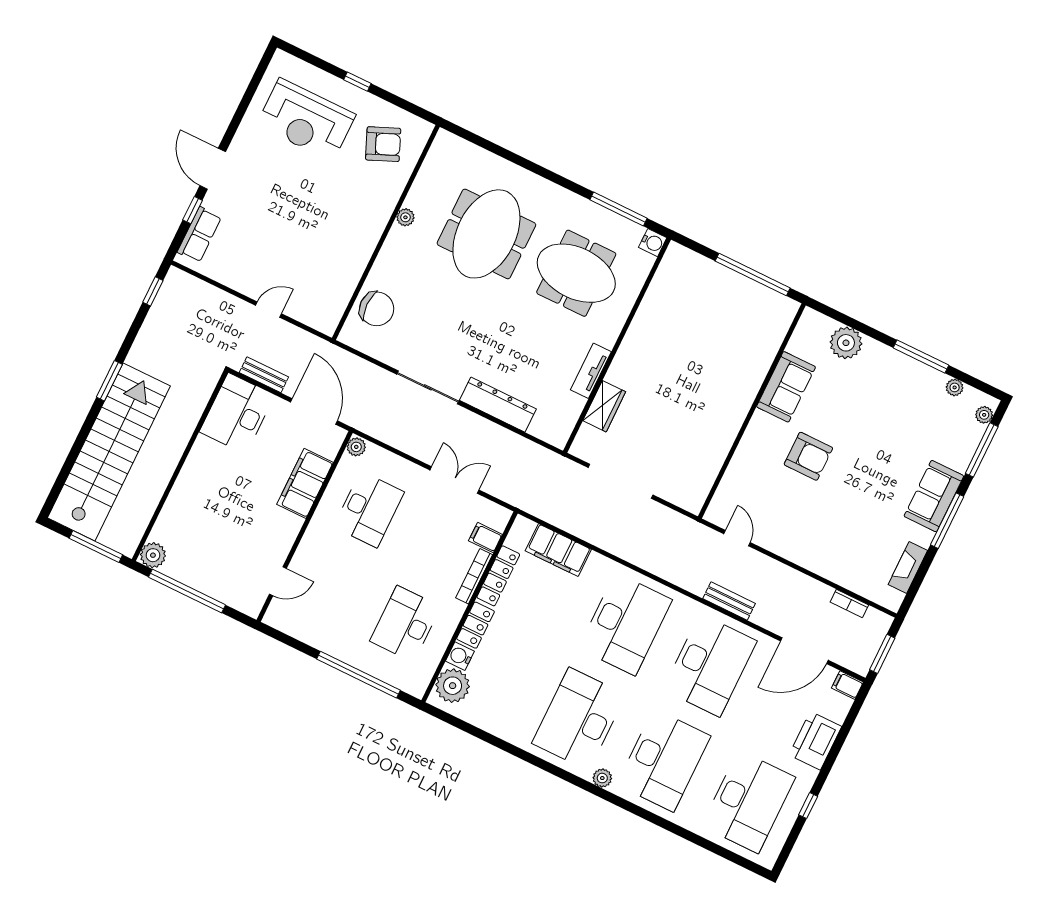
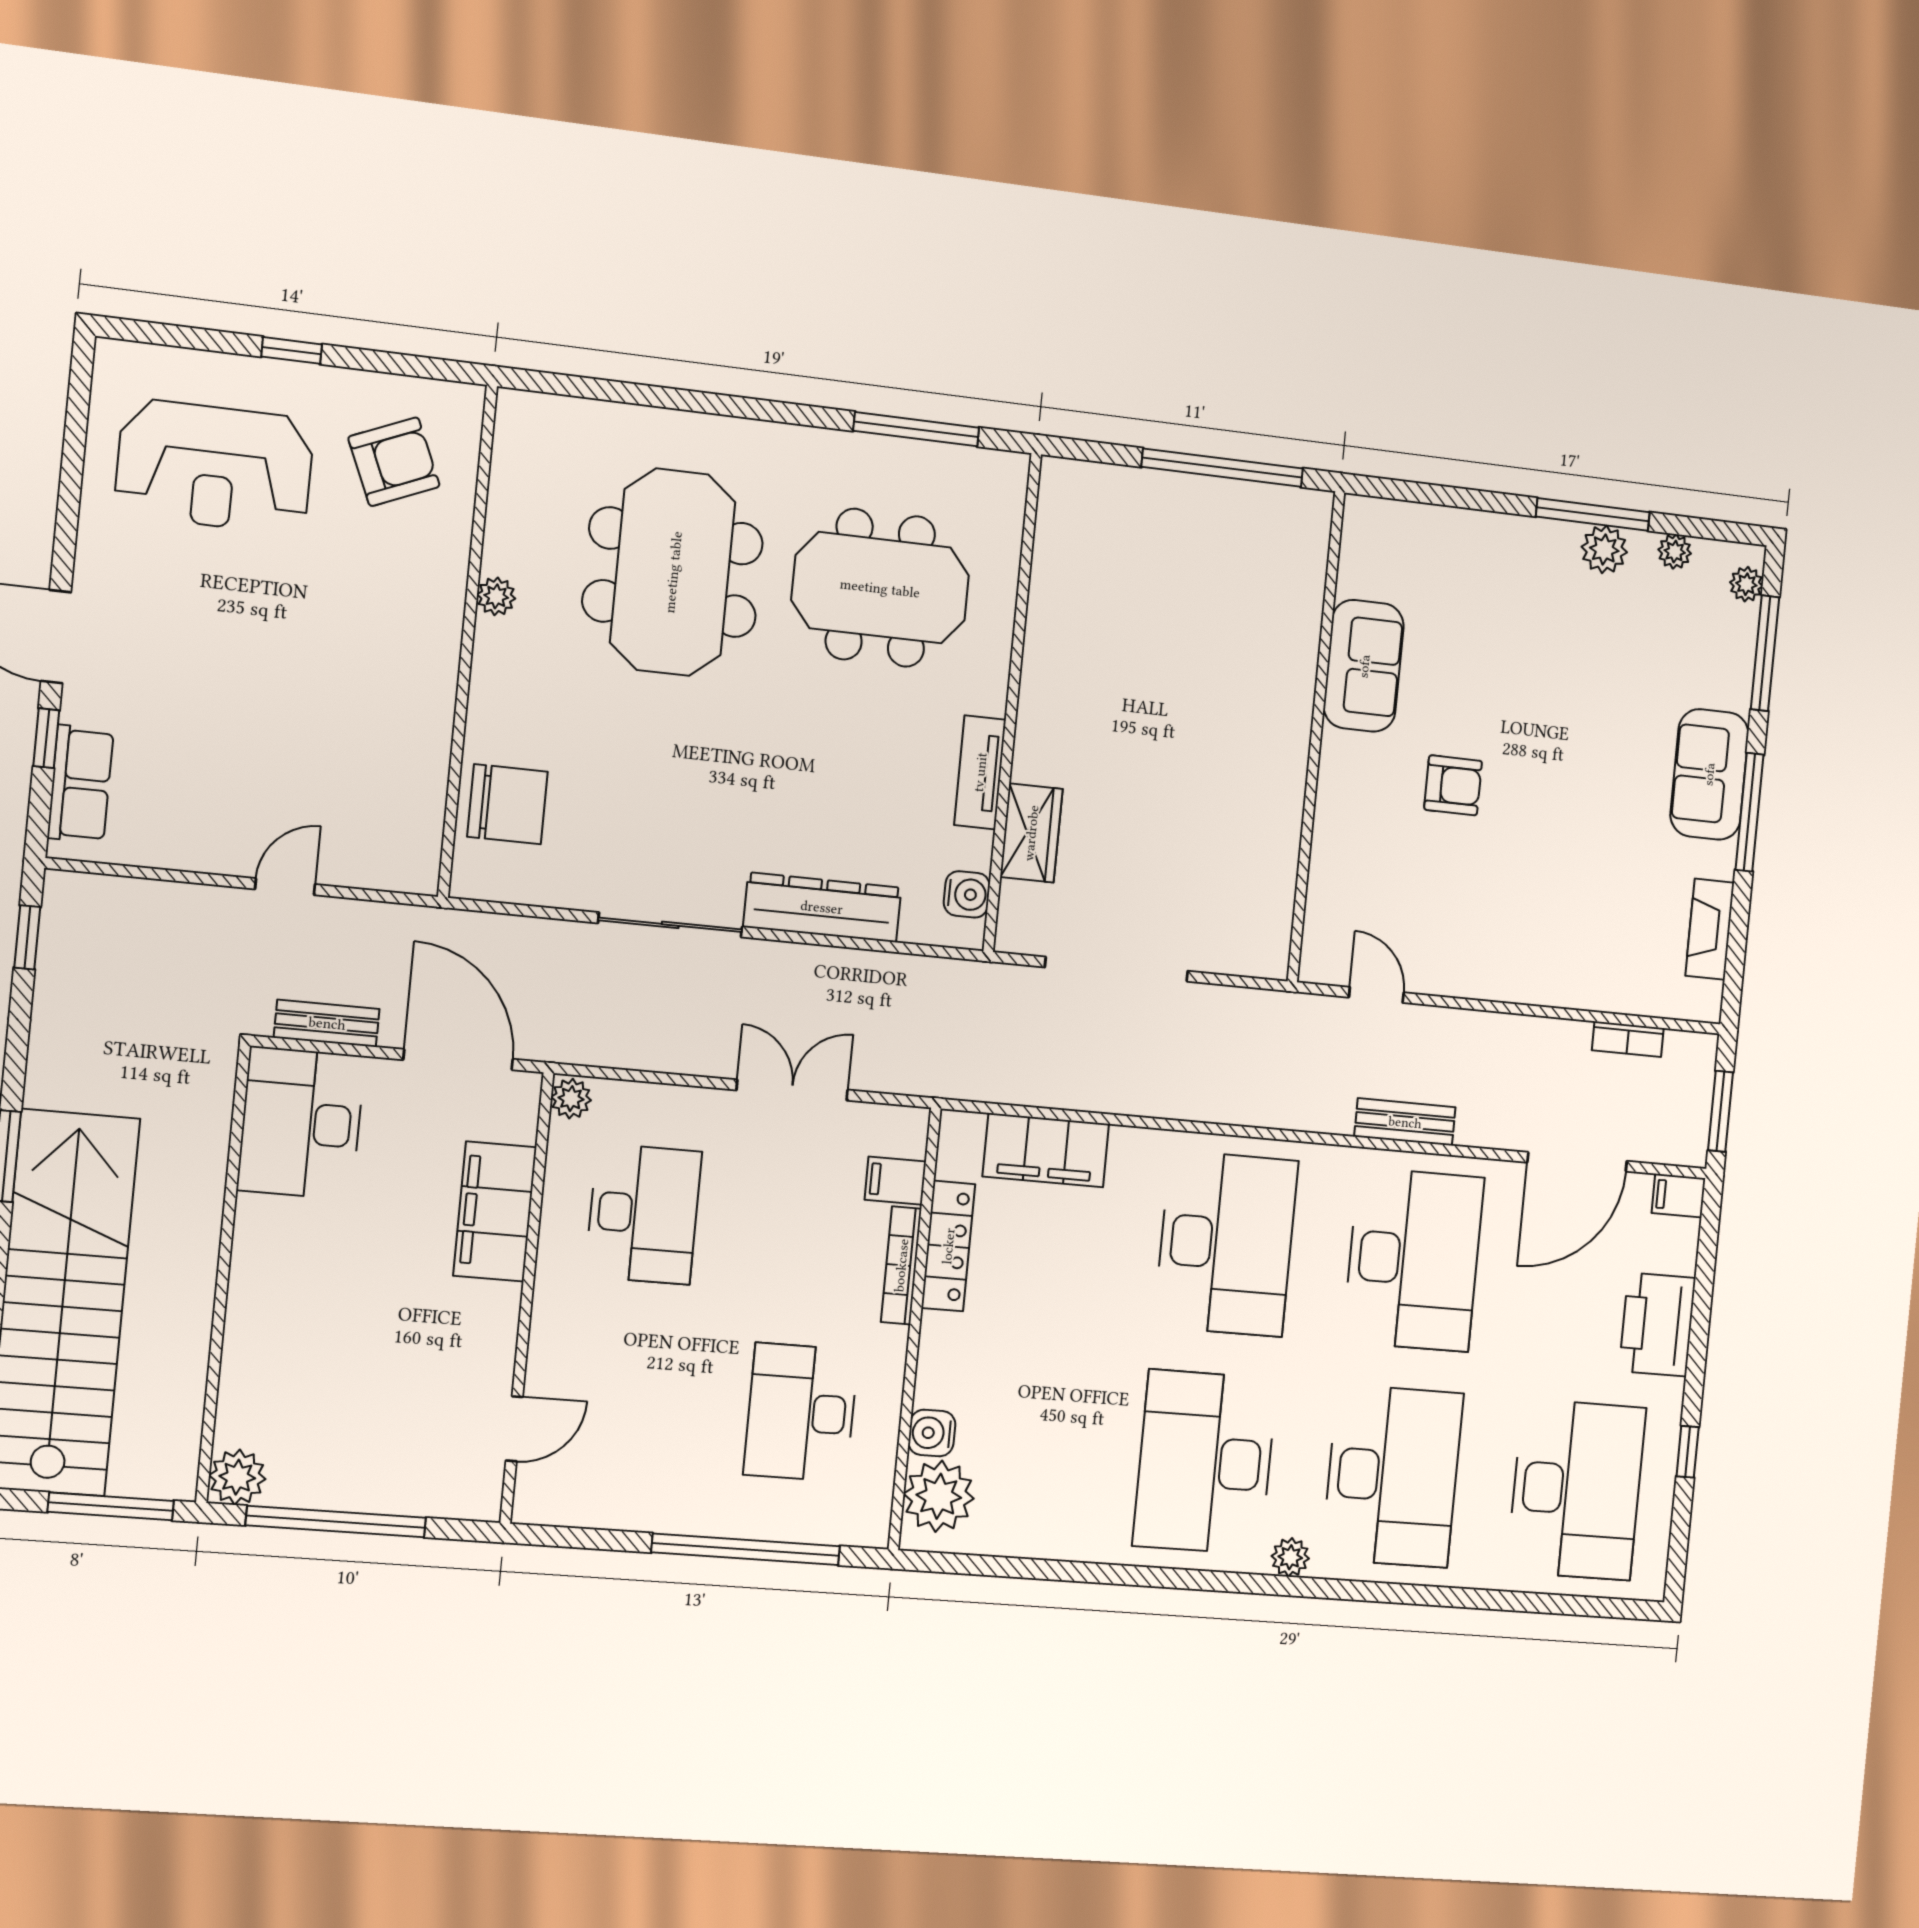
water cooler: (653, 243) -> (967, 894), moved
plant: (846, 343) -> (1604, 549), moved, width x0.73, depth x0.73
armchair: (808, 456) -> (1453, 785), width x0.72, depth x0.72
locker: (476, 625) -> (940, 1360), removed

